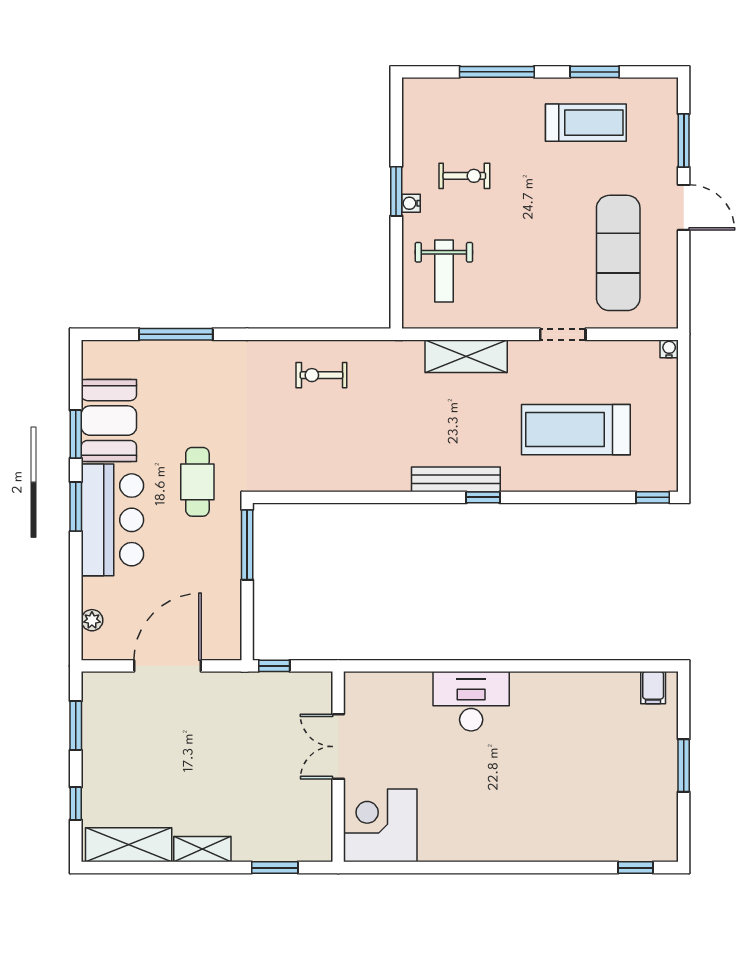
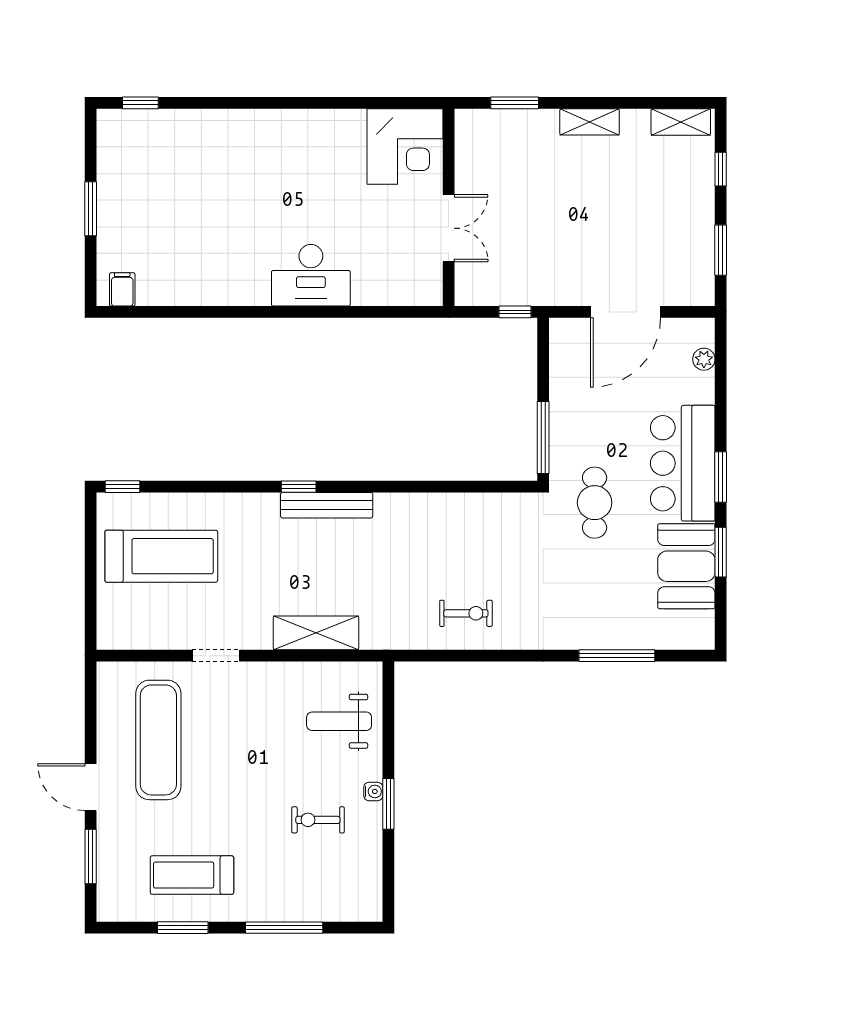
weight bench: (444, 271) -> (339, 721), turned -90
water cooler: (669, 349) -> (106, 641), removed
treadmill: (576, 430) -> (161, 556), moved
shelving: (129, 845) -> (681, 122), width x0.67, depth x0.75

